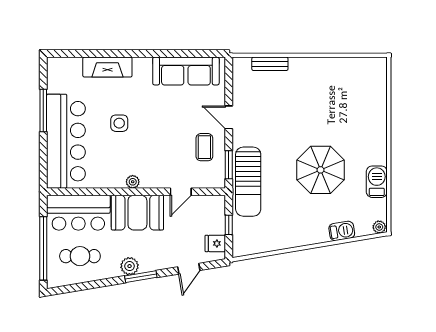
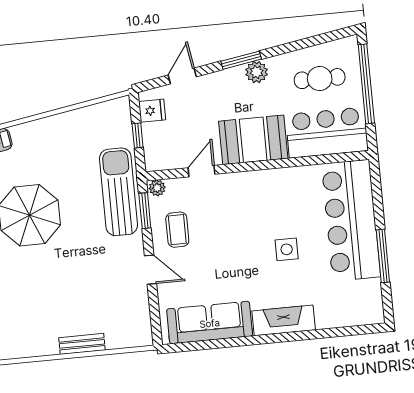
bench: (270, 64) -> (82, 344), moved
fireplace: (107, 67) -> (284, 320), moved
plant: (133, 182) -> (157, 188), moved

